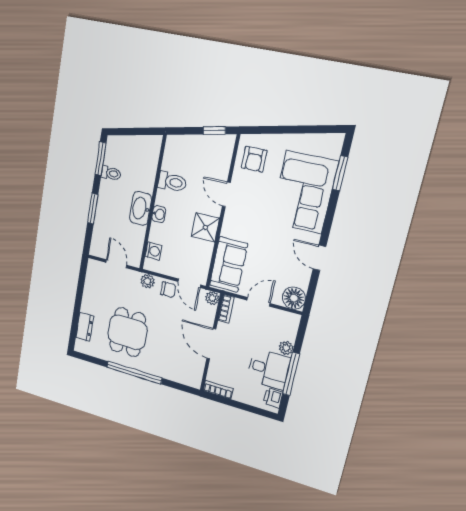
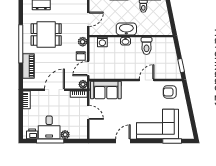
shower: (205, 227) -> (124, 72), removed
floor lamp: (294, 298) -> (96, 132), removed
piano: (168, 371) -> (29, 66), added

